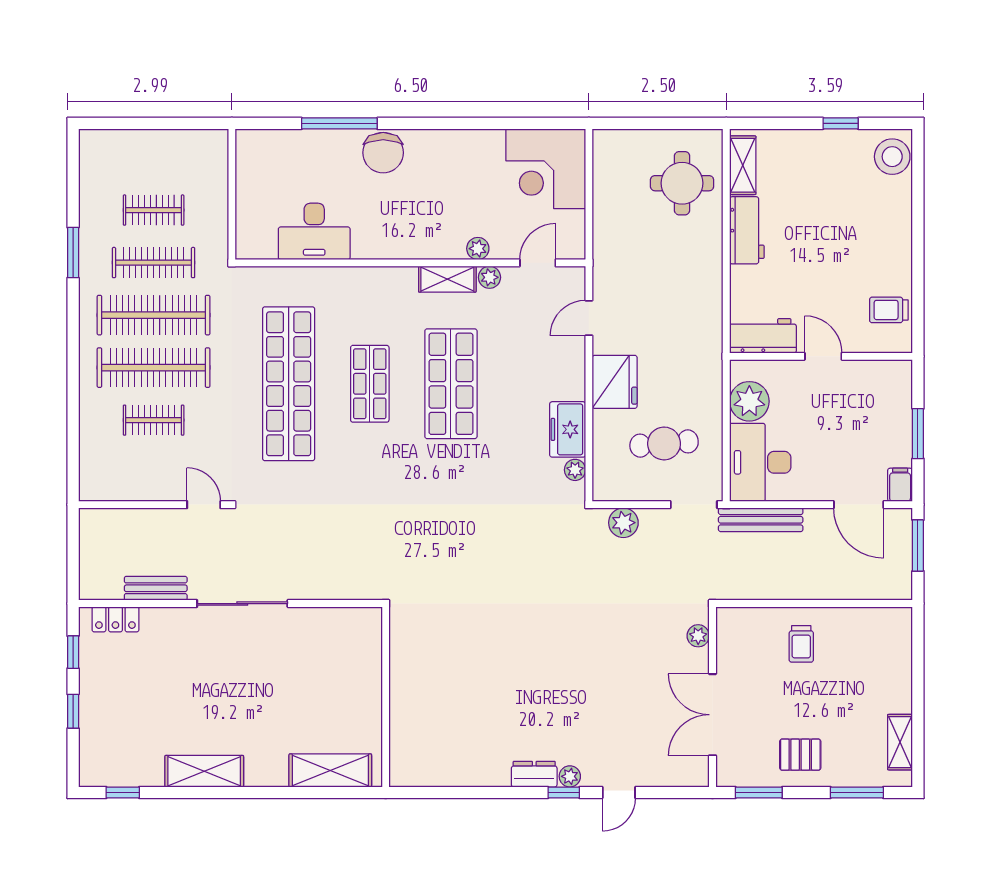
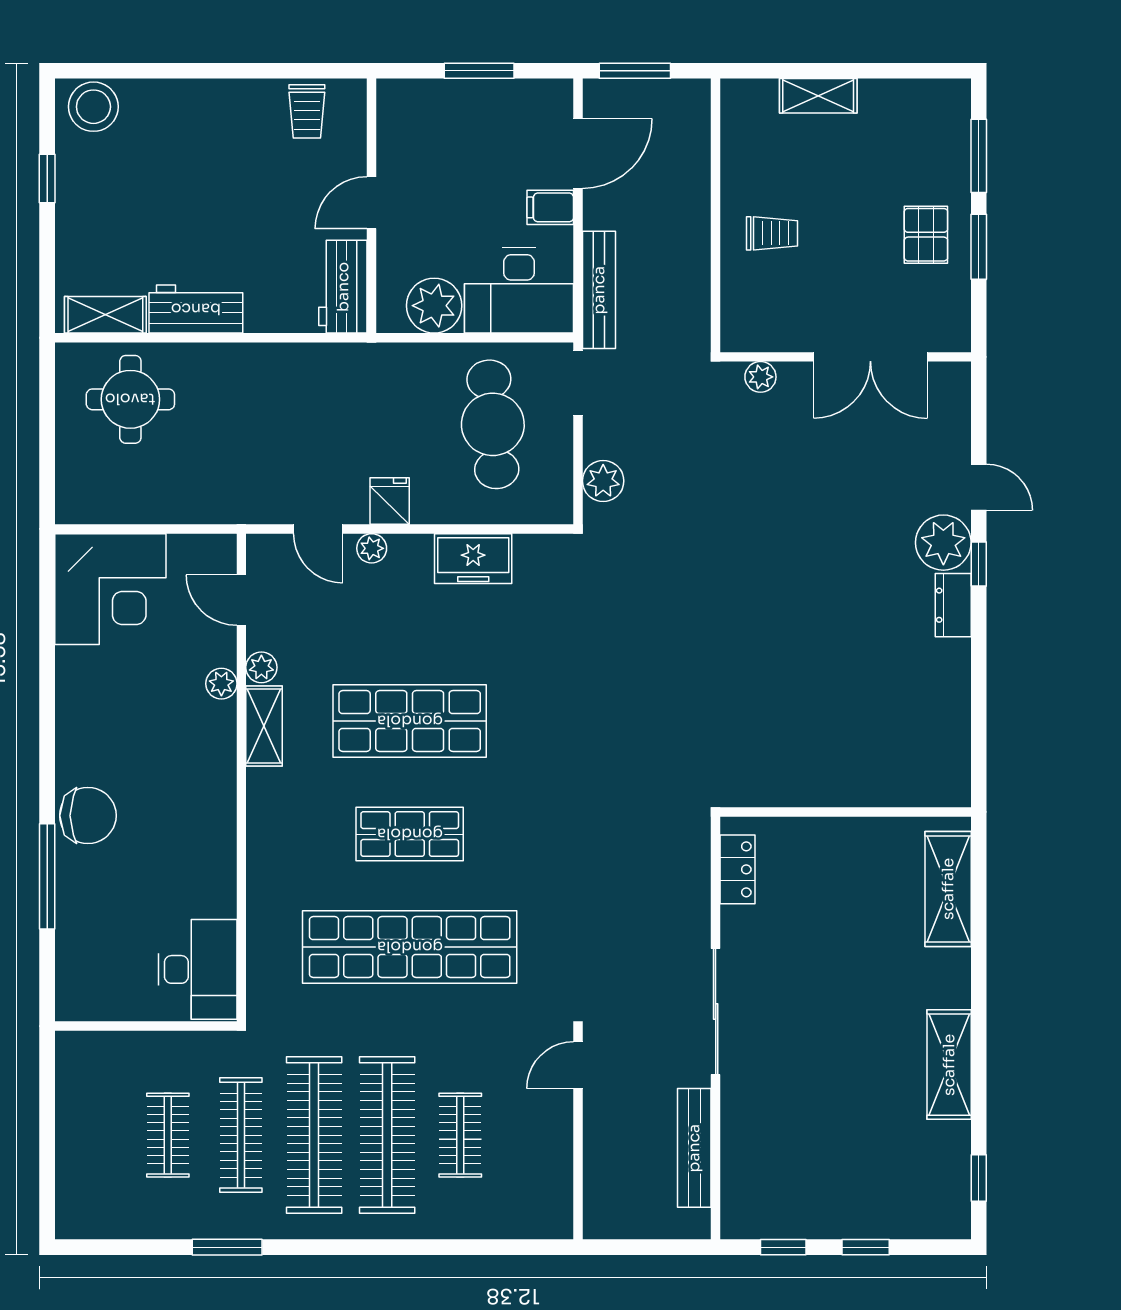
desk: (314, 231) -> (198, 969), moved
fridge: (615, 382) -> (390, 501), width x0.53, depth x0.75
cafe table: (664, 443) -> (493, 424), width x1.37, depth x1.35
plant: (575, 470) -> (372, 548), moved
filing cabinet: (900, 485) -> (550, 207), moved
bench: (156, 588) -> (694, 1148), width x1.36
locker: (115, 619) -> (738, 869), moved
shelving: (900, 742) -> (818, 96), moved
plant: (570, 776) -> (943, 543), width x1.88, depth x1.88
window: (759, 793) -> (979, 247), moved

